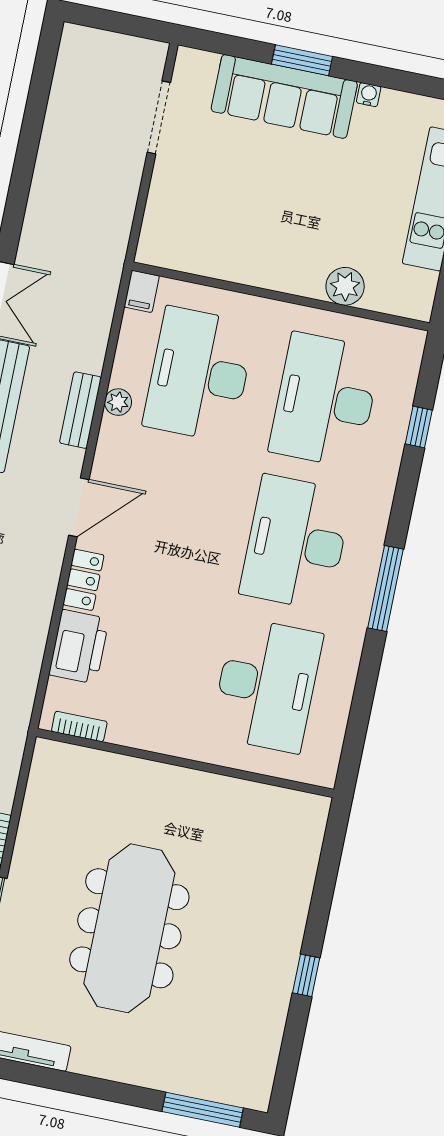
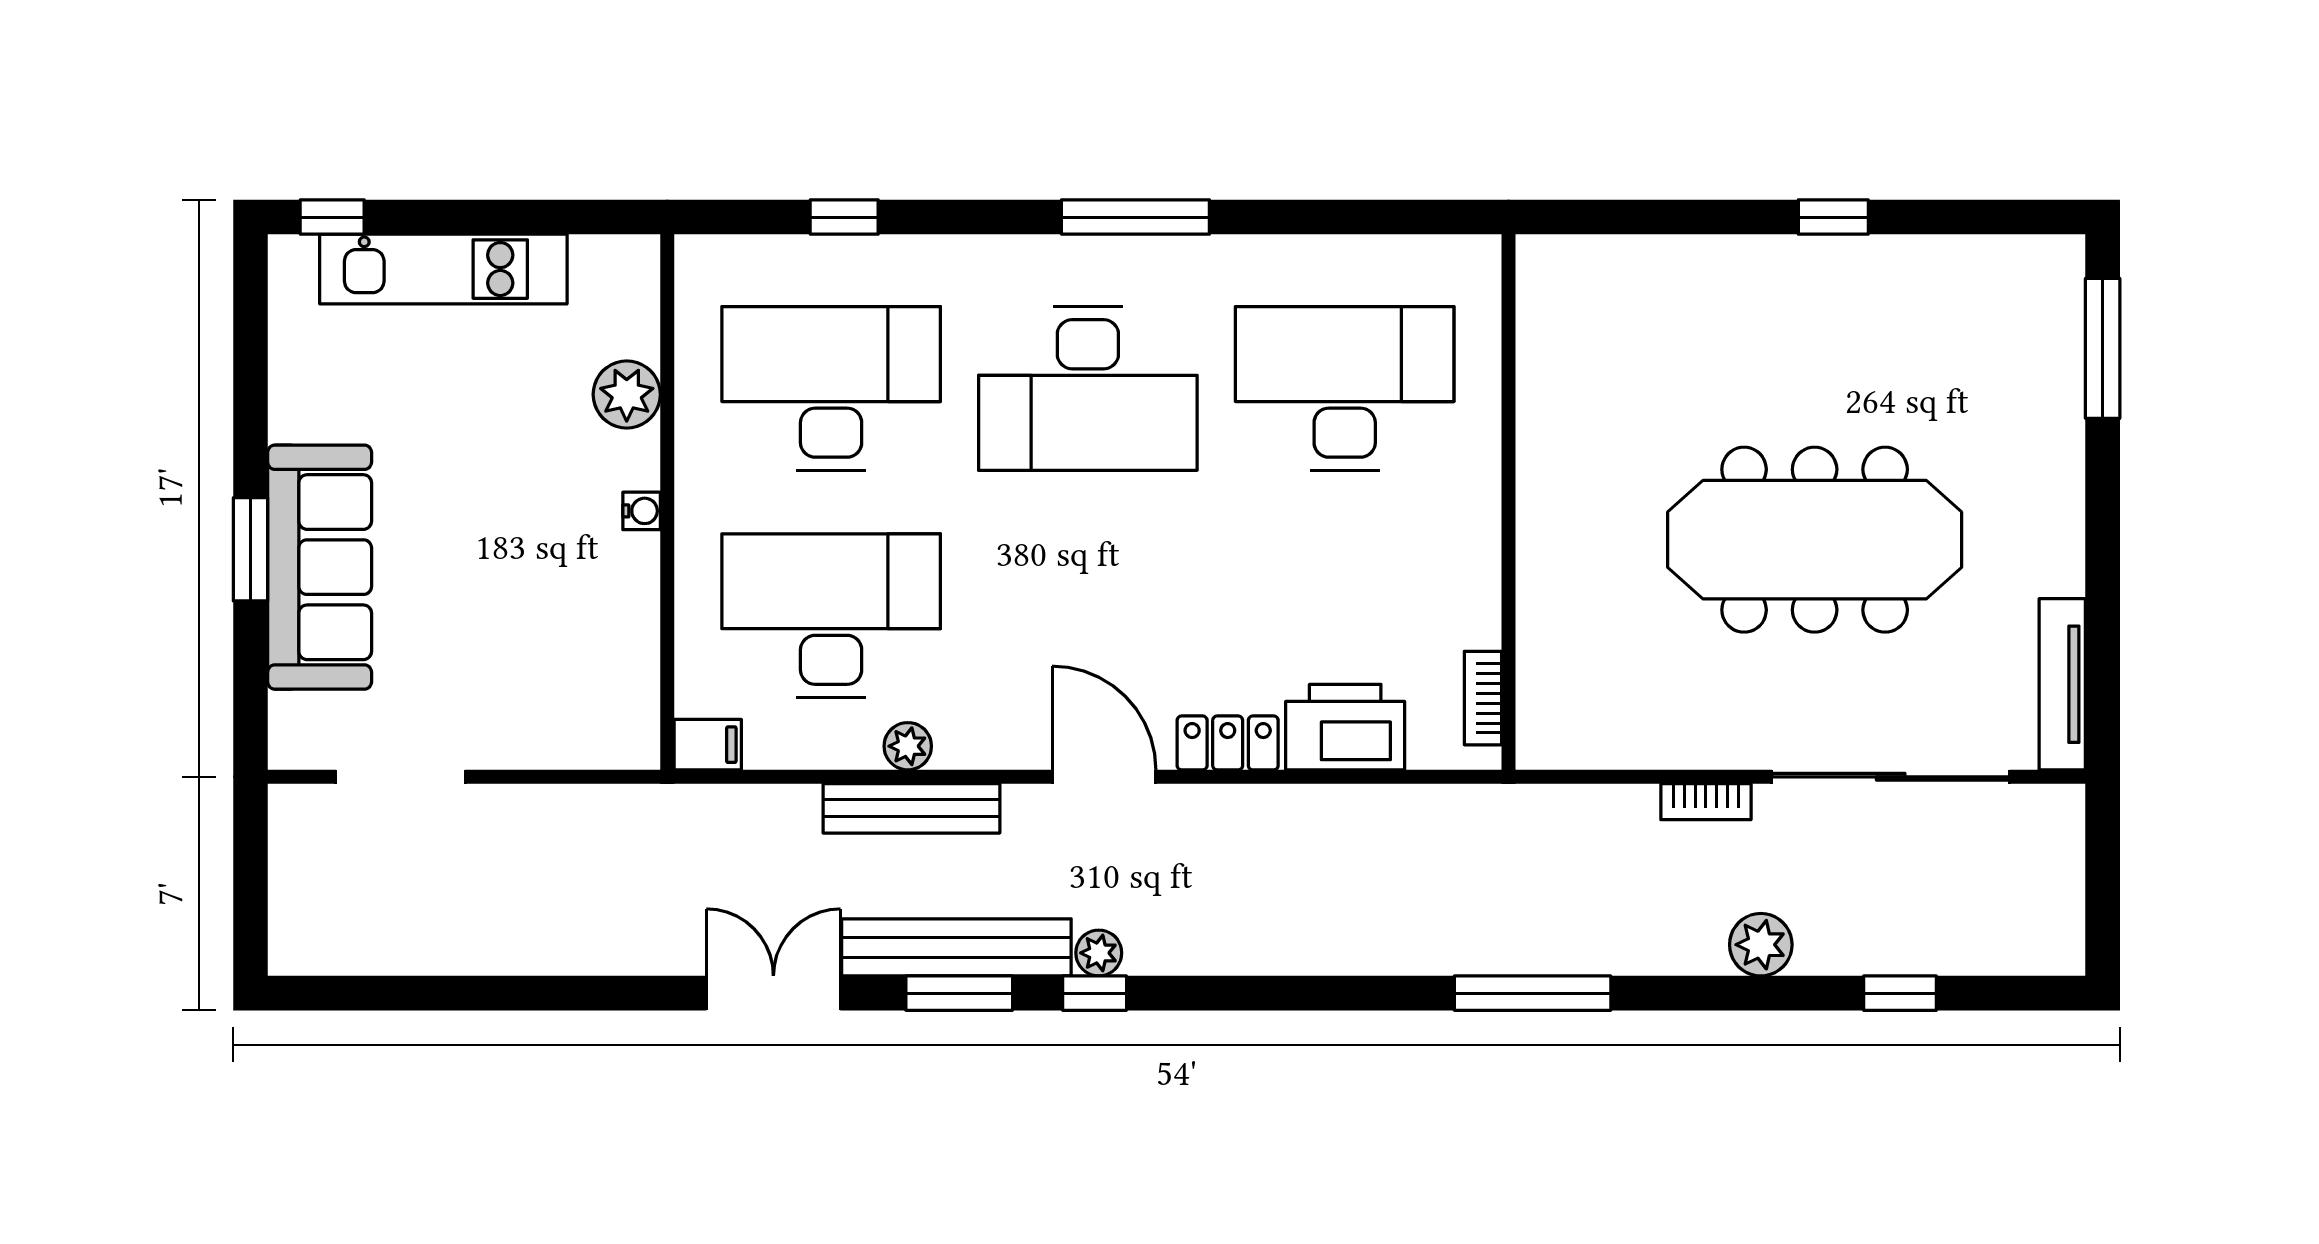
water cooler: (369, 95) -> (642, 511), moved, turned 180
desk: (199, 374) -> (831, 616), turned 180
desk: (325, 400) -> (831, 388), turned 180
bench: (81, 410) -> (911, 808), width x1.36

